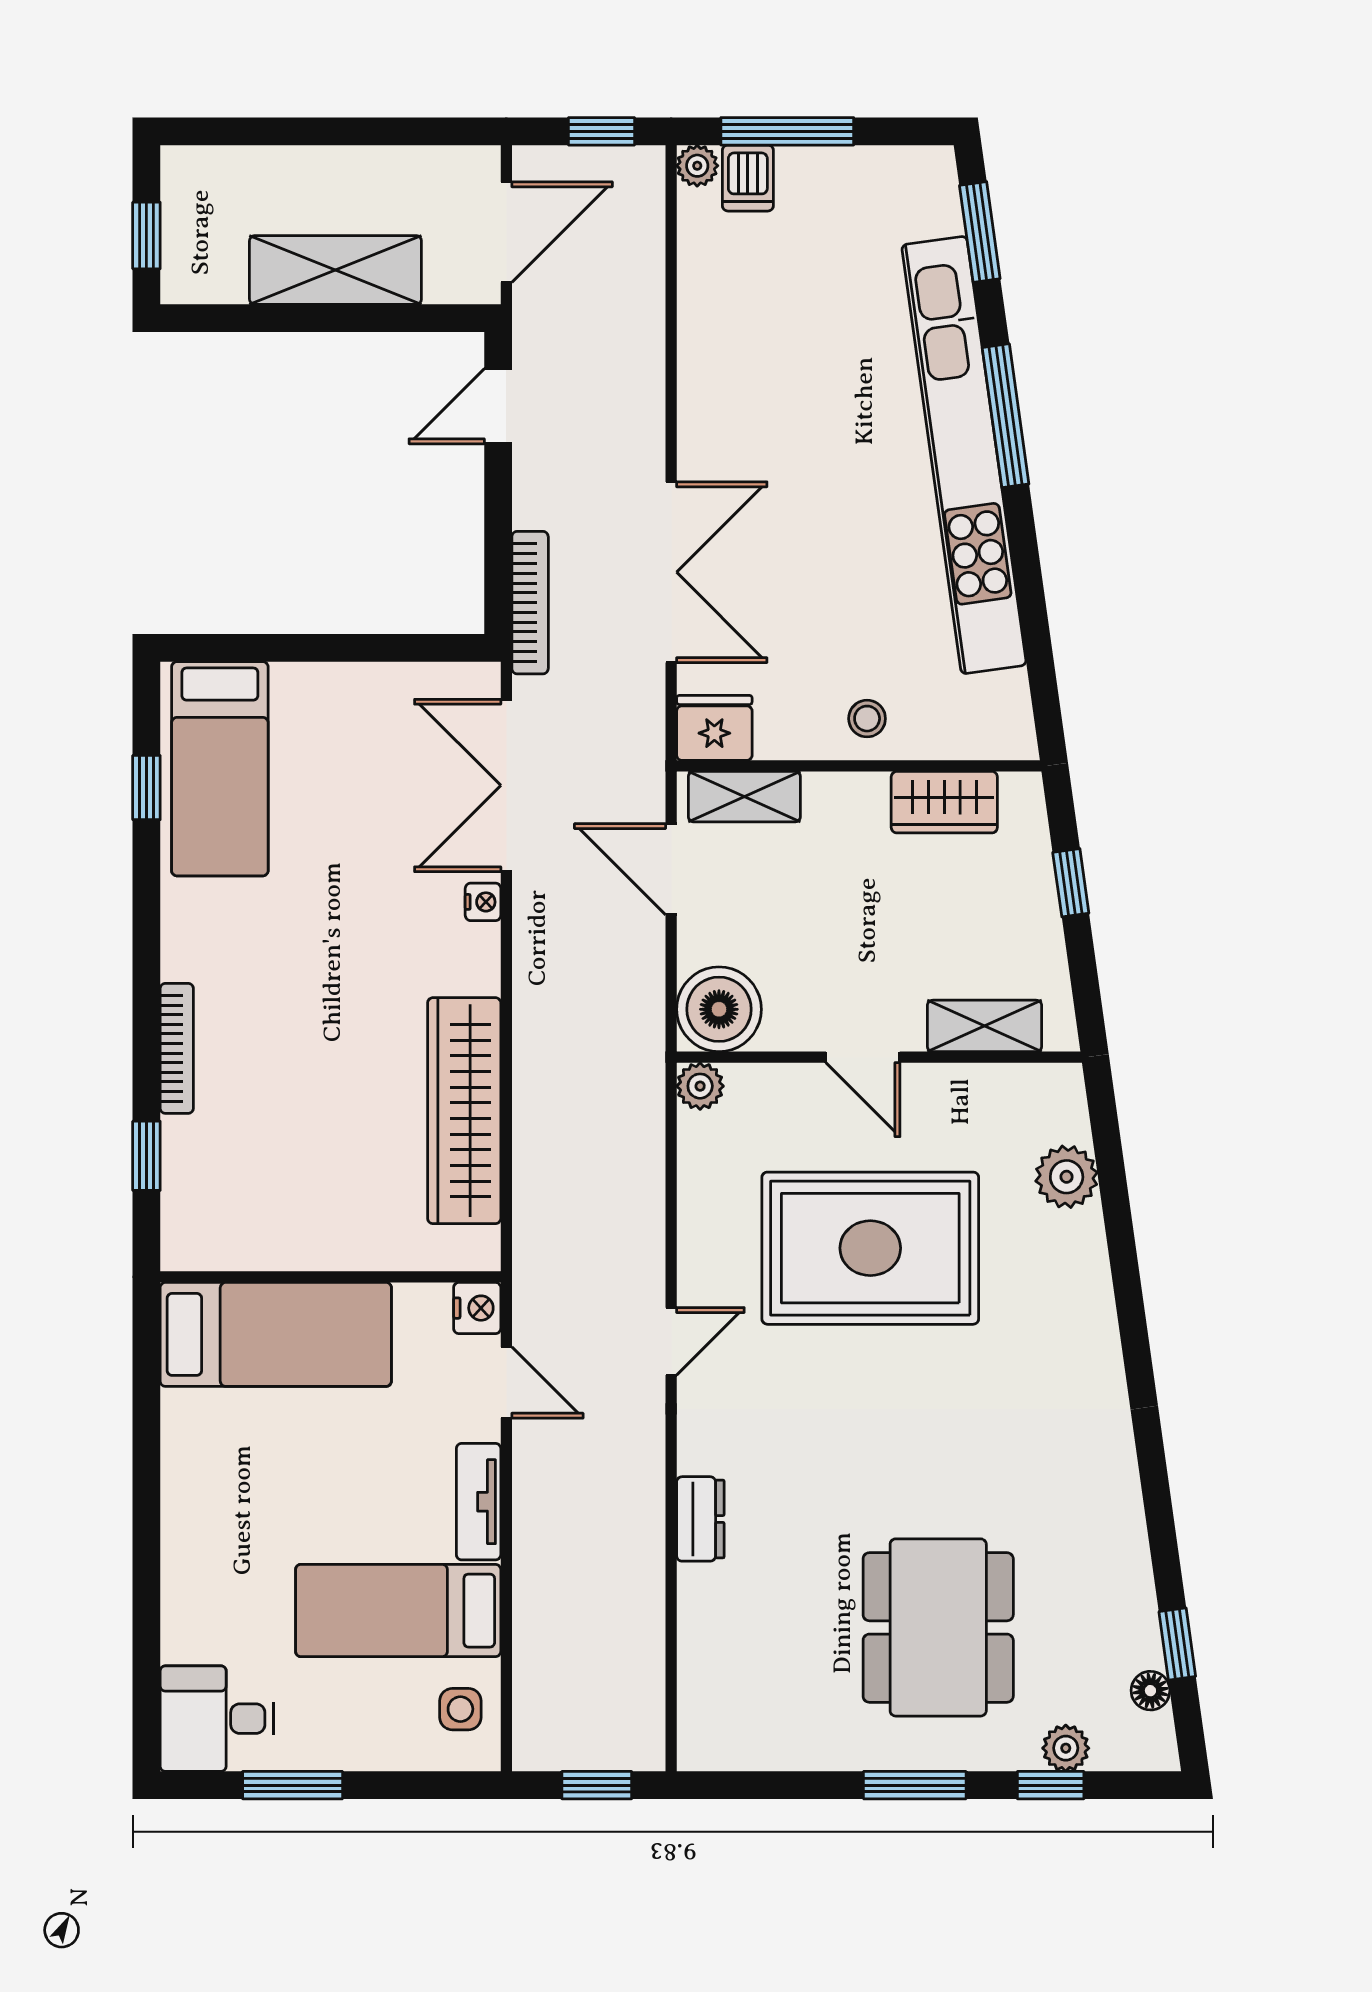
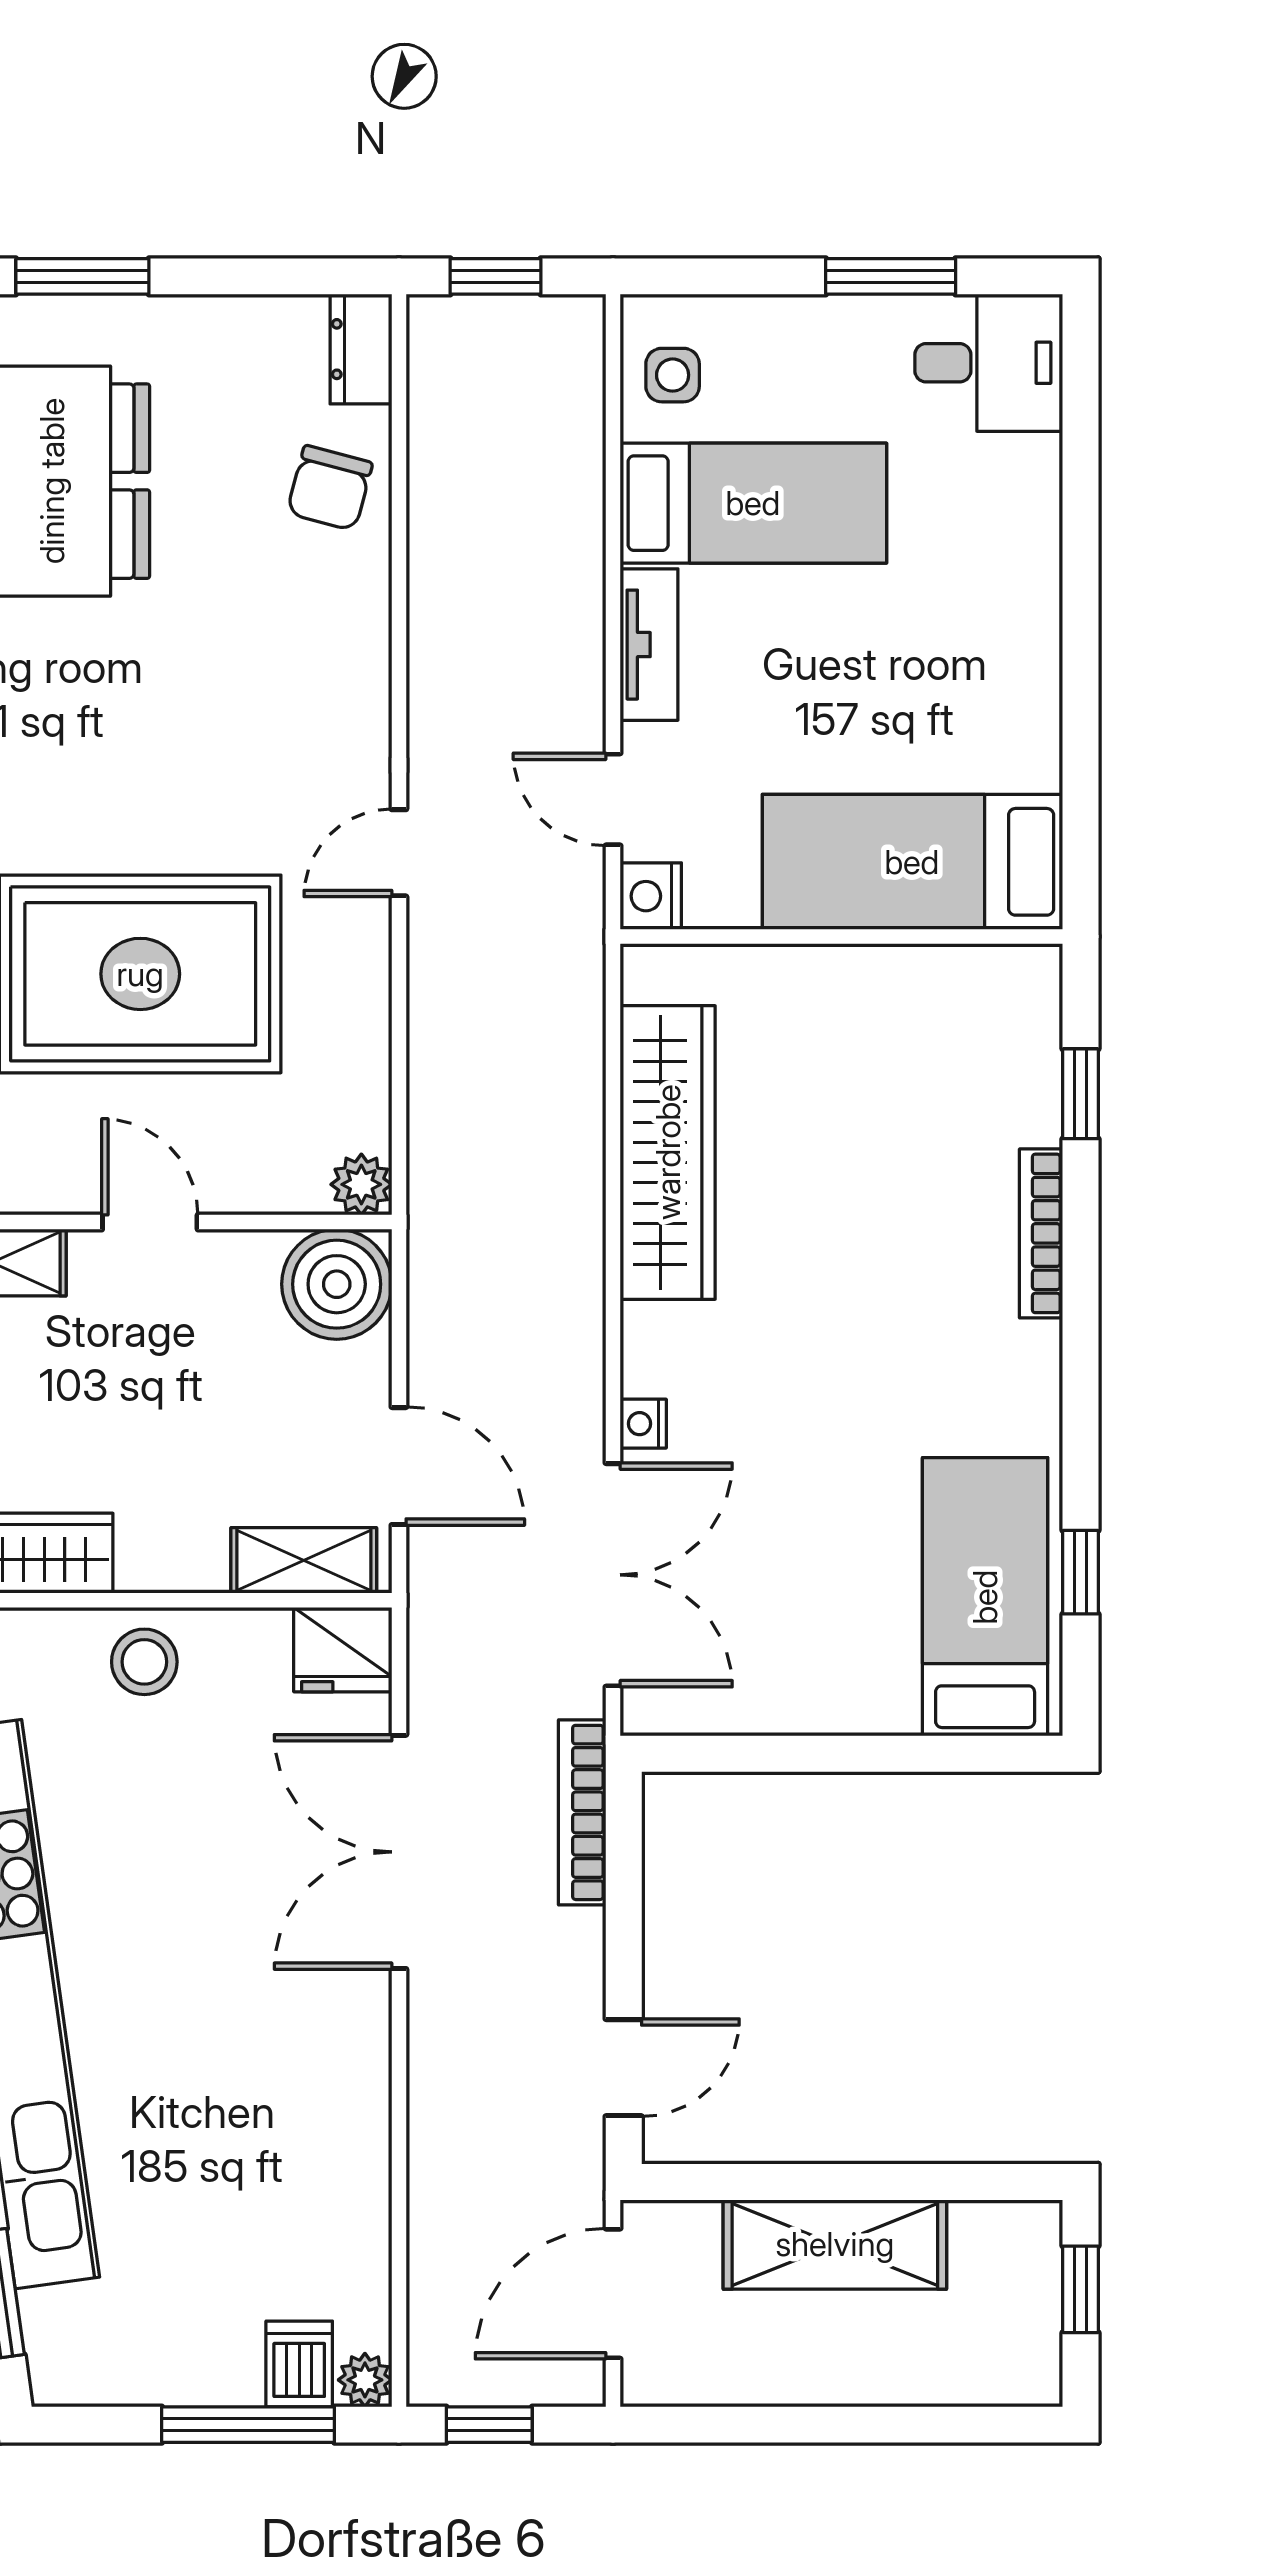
stool: (867, 719) -> (144, 1662), width x1.37, depth x1.37
dresser: (700, 1519) -> (361, 349), moved
chair: (724, 1622) -> (330, 488), added

